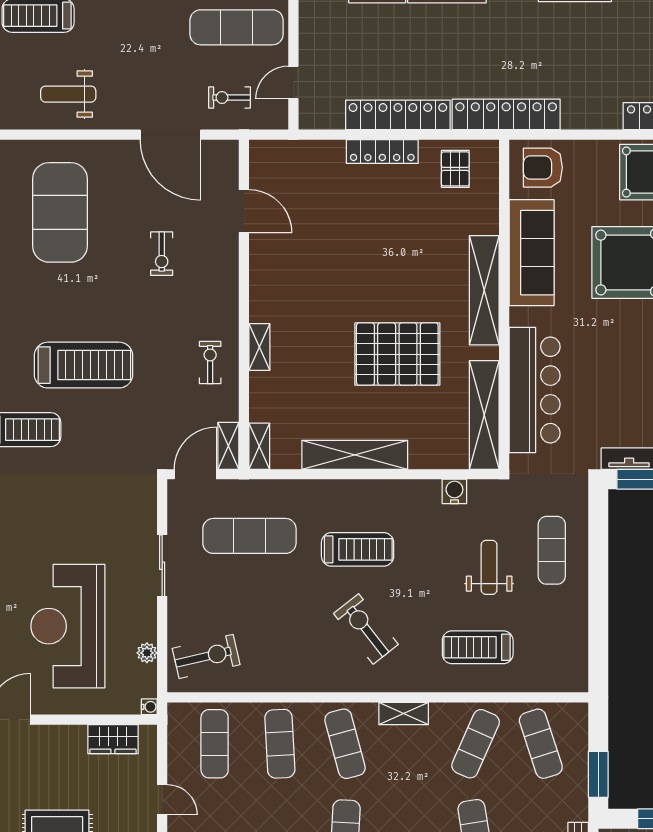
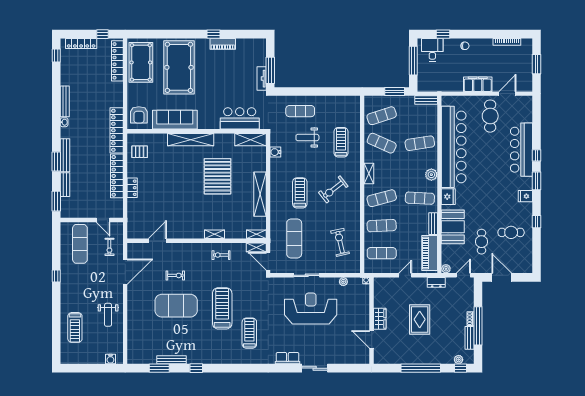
locker: (382, 152) -> (132, 188), width x0.66
exercise mat: (60, 212) -> (176, 306), moved
bar counter: (535, 390) -> (240, 118), width x0.73
shelving: (484, 415) -> (250, 140), width x0.68
reception desk: (68, 626) -> (311, 309), moved, turned 180
treadmill: (478, 647) -> (341, 142), turned 180
exercise bike: (206, 656) -> (340, 242), moved
wardrobe: (113, 739) -> (380, 319), moved

